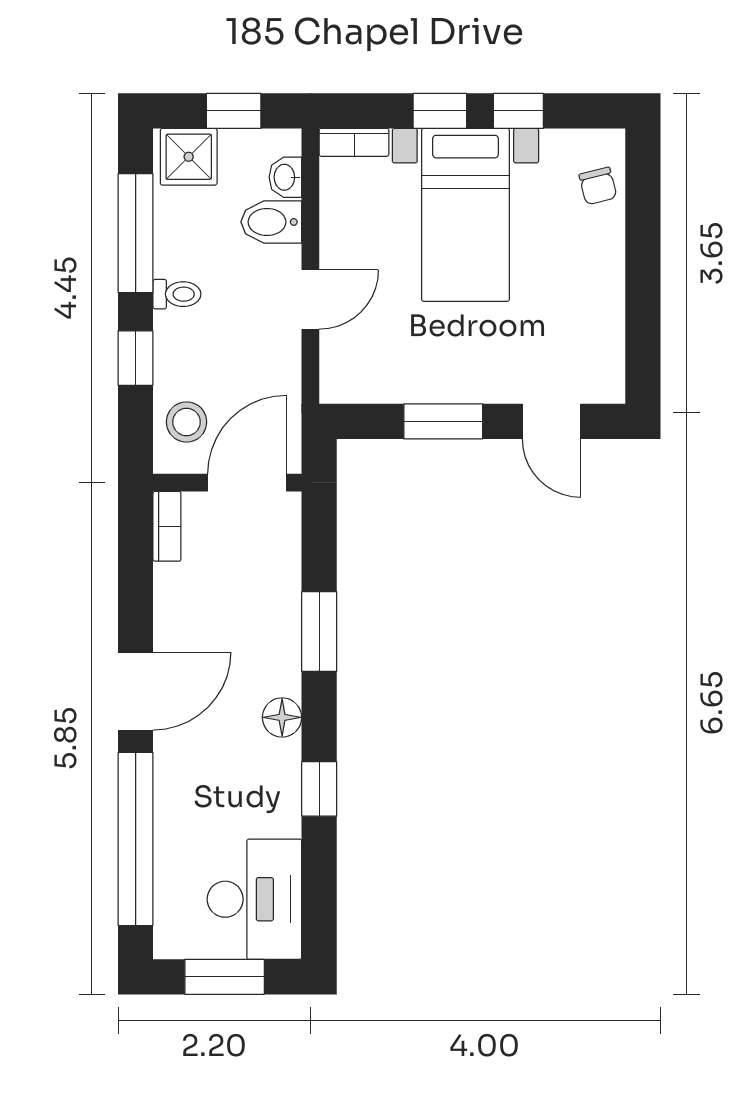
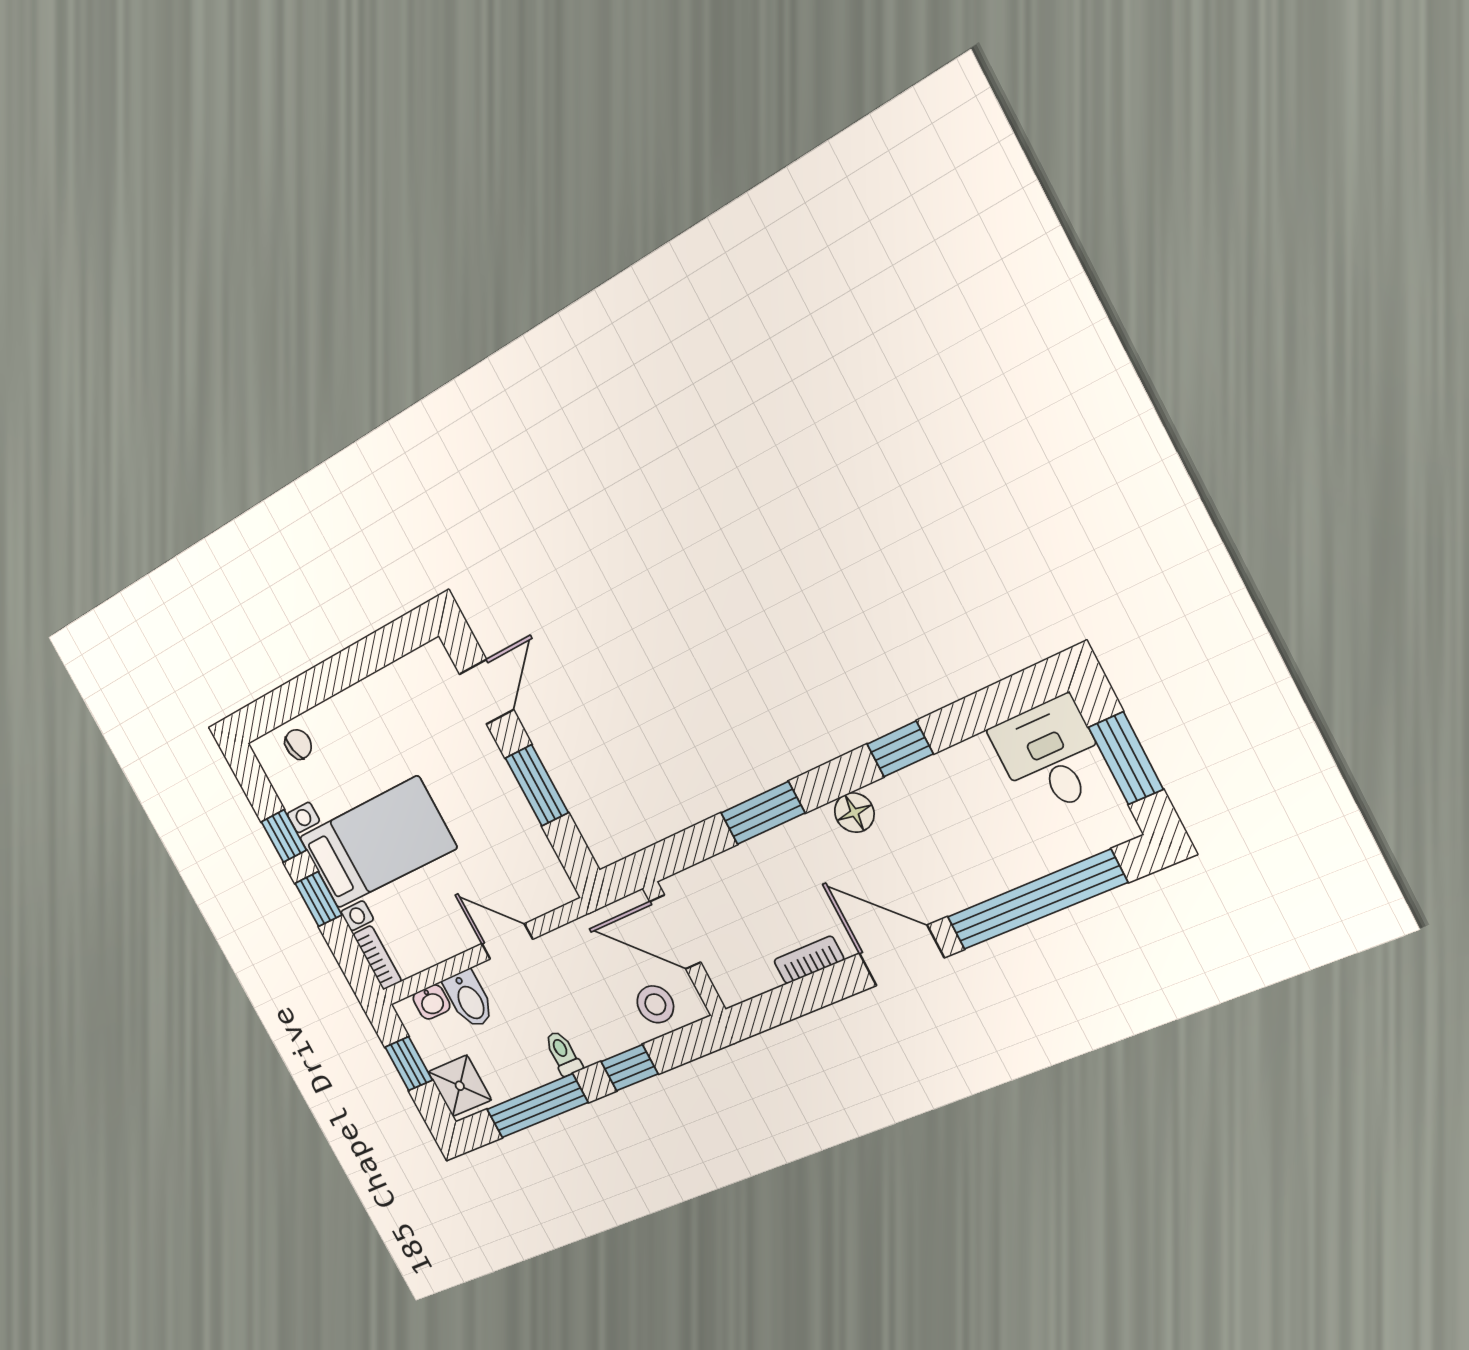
bookcase: (167, 526) -> (809, 960), moved
desk: (254, 899) -> (1051, 756), width x0.73

